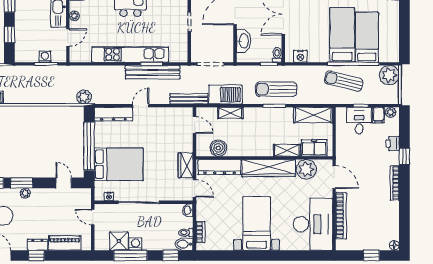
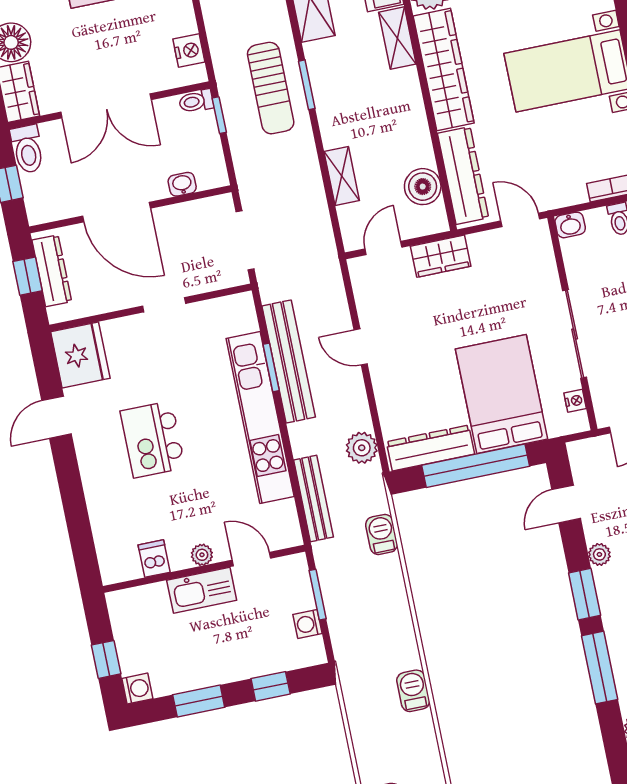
washbasin: (244, 41) -> (182, 184), width x0.52, depth x0.69
washing machine: (45, 57) -> (308, 624), moved
barbecue: (225, 95) -> (382, 534), moved, width x0.53, depth x0.65
plant: (84, 97) -> (362, 448), moved
bench: (189, 99) -> (313, 498), moved
door: (141, 106) -> (361, 347), moved
dresser: (113, 114) -> (431, 448), moved, turned -90
wardrobe: (186, 165) -> (441, 256), moved
door: (195, 188) -> (520, 220), hinge flipped
plant: (25, 193) -> (599, 554), moved

